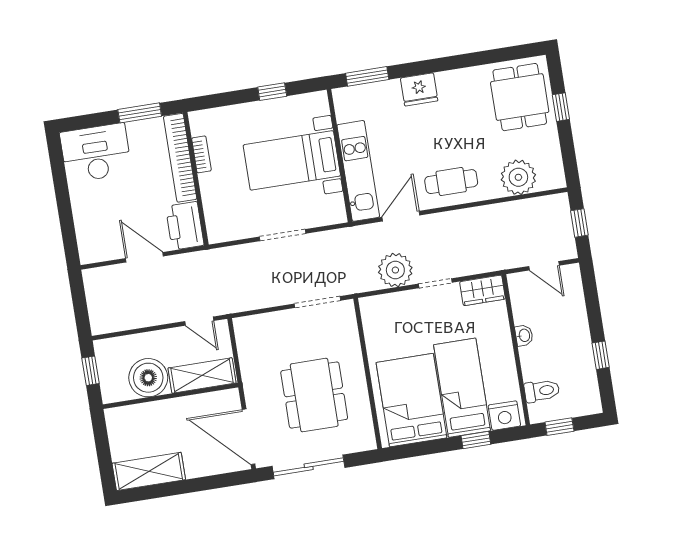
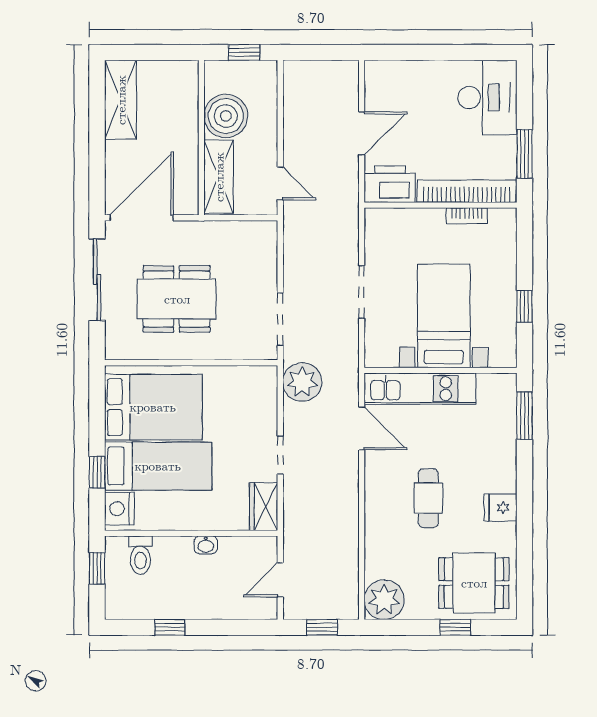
fridge: (419, 89) -> (500, 508), moved, width x0.72
plant: (518, 177) -> (384, 600), moved
cafe table: (451, 182) -> (428, 498), moved
plant: (395, 270) -> (302, 382), moved
door: (199, 321) -> (280, 183), swing flipped

